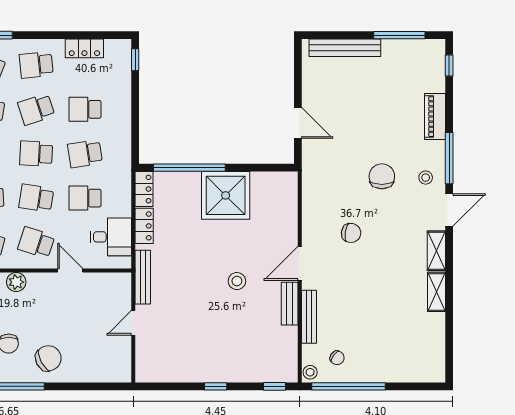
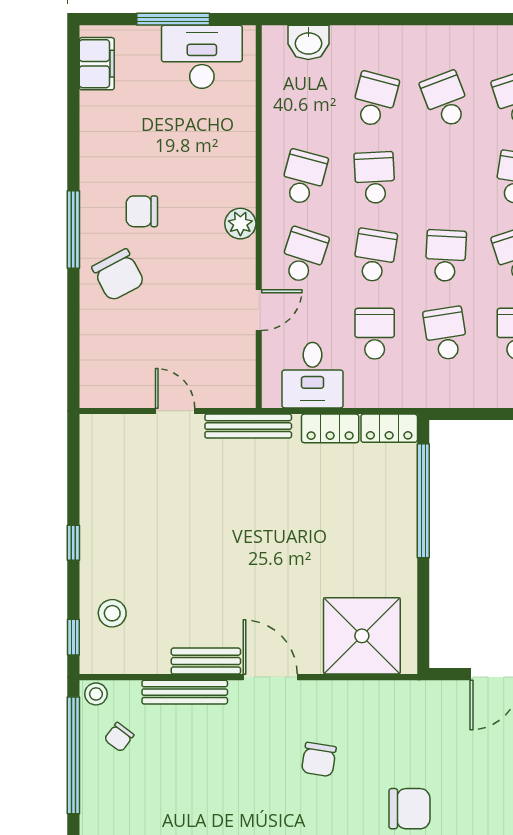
shower: (226, 195) -> (362, 636), moved
stool: (237, 281) -> (112, 613), moved

